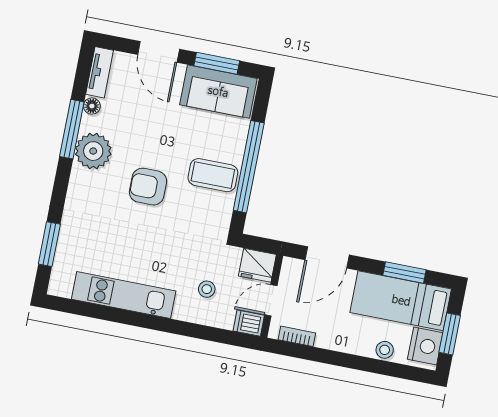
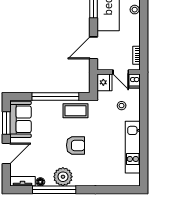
window: (72, 129) -> (54, 190), width x1.46
coffee table: (213, 175) -> (75, 111), moved, turned 90
armchair: (148, 187) -> (76, 145), turned -90
window: (49, 244) -> (114, 190), removed
door: (327, 257) -> (94, 48), swing flipped

